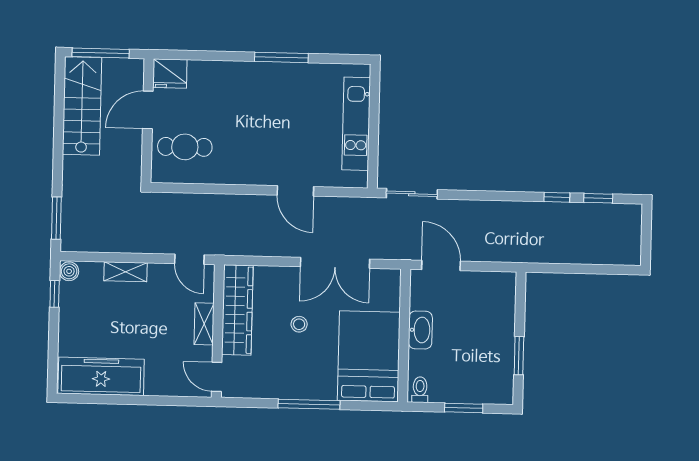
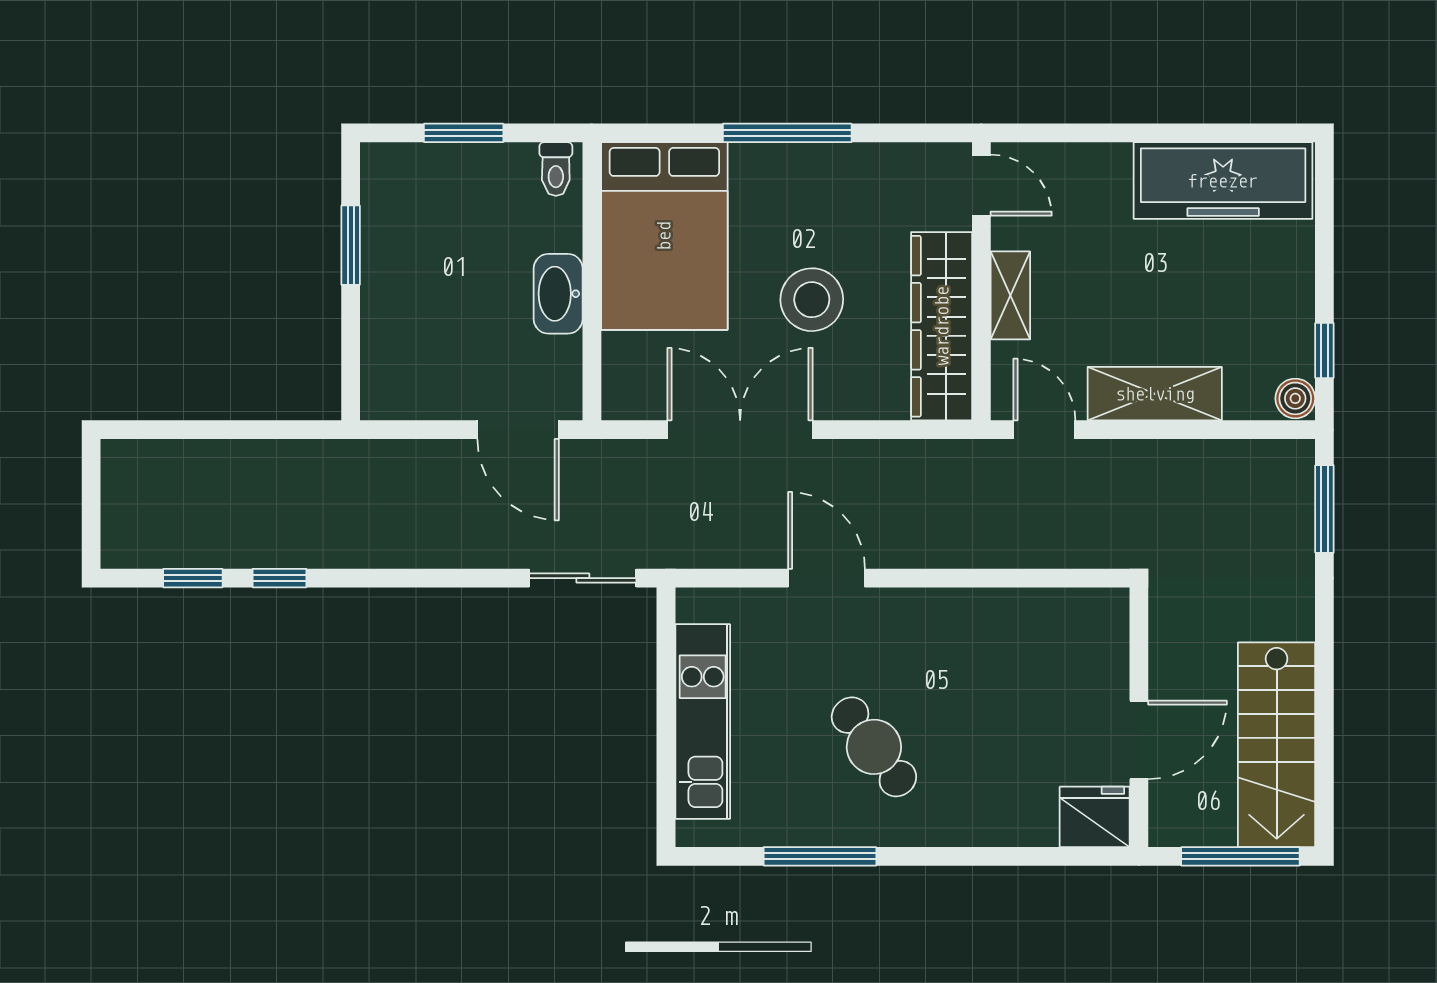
window: (281, 57) -> (820, 856), moved
cafe table: (185, 147) -> (874, 747), moved, turned 53
shelving: (126, 272) -> (1155, 394), width x1.50, depth x1.33
stool: (299, 324) -> (812, 300), width x1.89, depth x1.89

